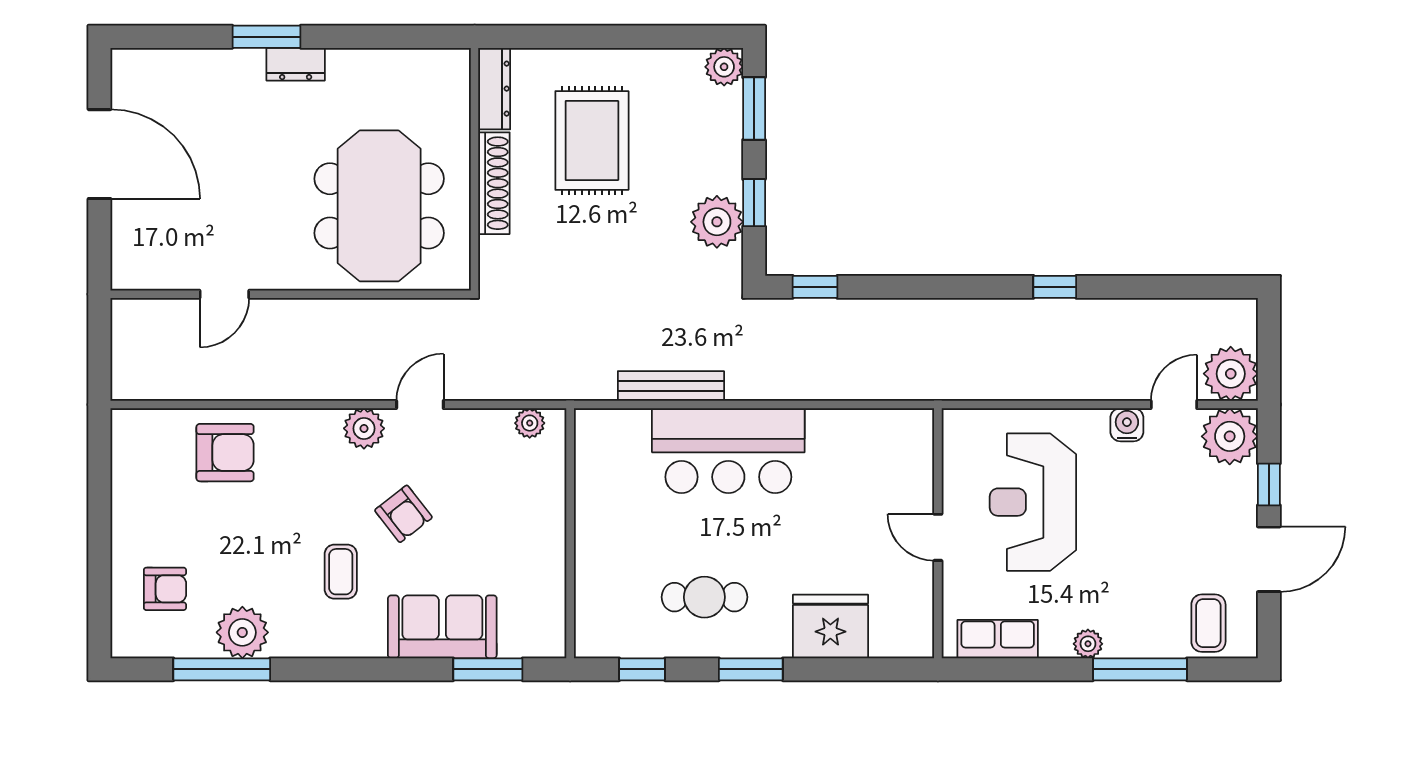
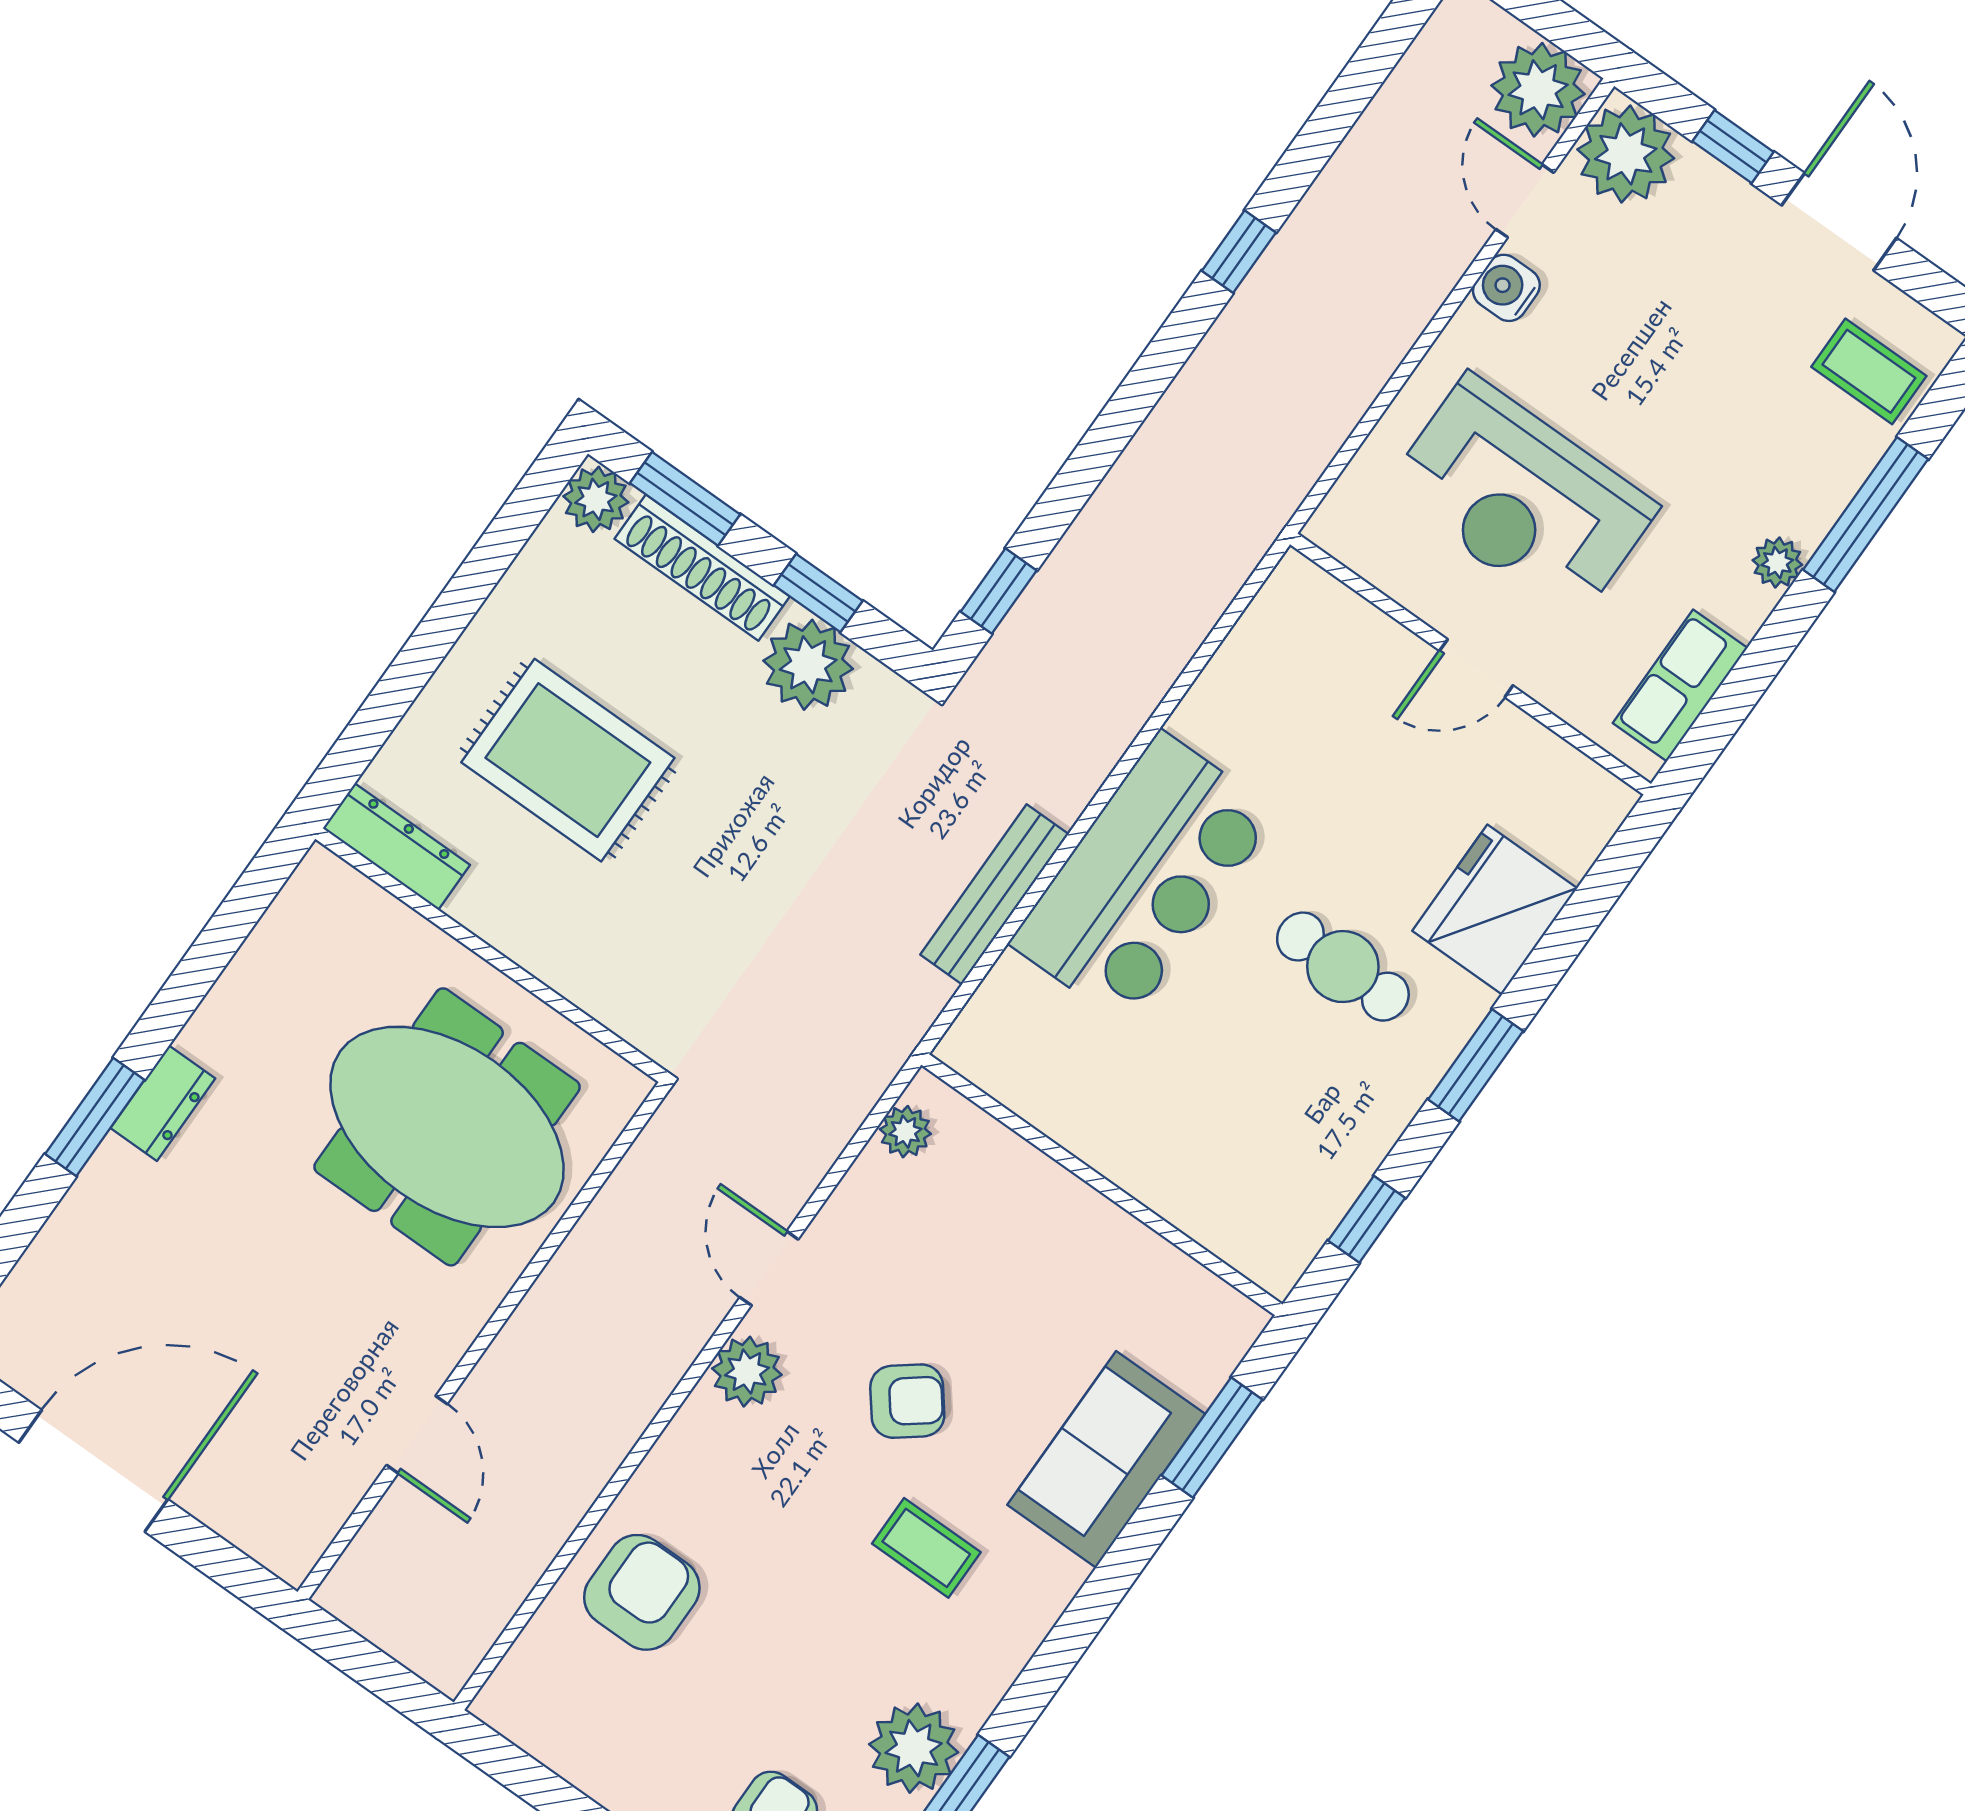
shoe rack: (494, 183) -> (702, 568), moved, turned 180
cafe table: (704, 597) -> (1343, 967), moved, turned 90

